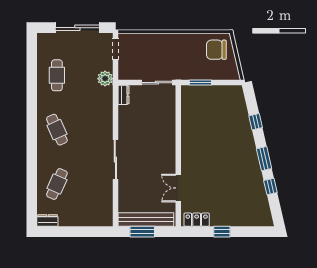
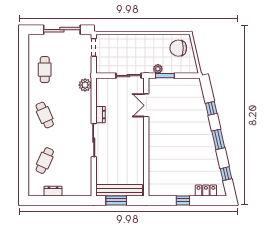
plant: (192, 74) -> (158, 69), added
plant: (105, 79) -> (85, 85), moved
dresser: (124, 95) -> (100, 115), moved
window: (270, 187) -> (226, 174), moved
double door: (178, 188) -> (146, 105), moved
dresser: (47, 220) -> (53, 191), moved
locker: (197, 220) -> (206, 190), moved

